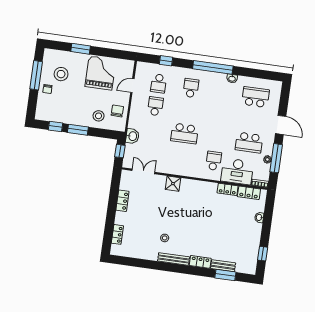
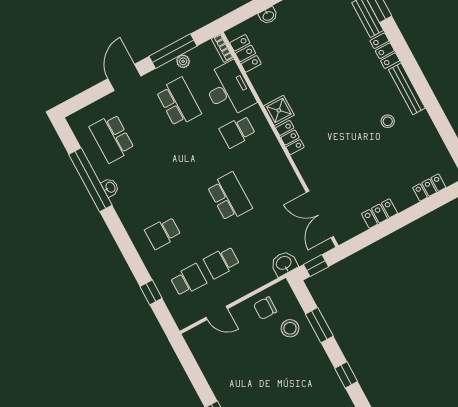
window: (213, 67) -> (90, 180), moved
grand piano: (101, 73) -> (231, 367), removed
window: (78, 130) -> (319, 325), moved
double door: (143, 171) -> (320, 214), width x1.37
shower: (173, 184) -> (279, 110), moved
locker: (228, 189) -> (290, 138), moved

